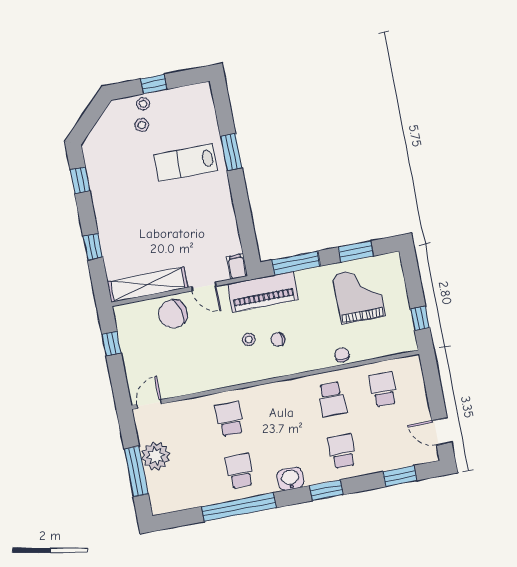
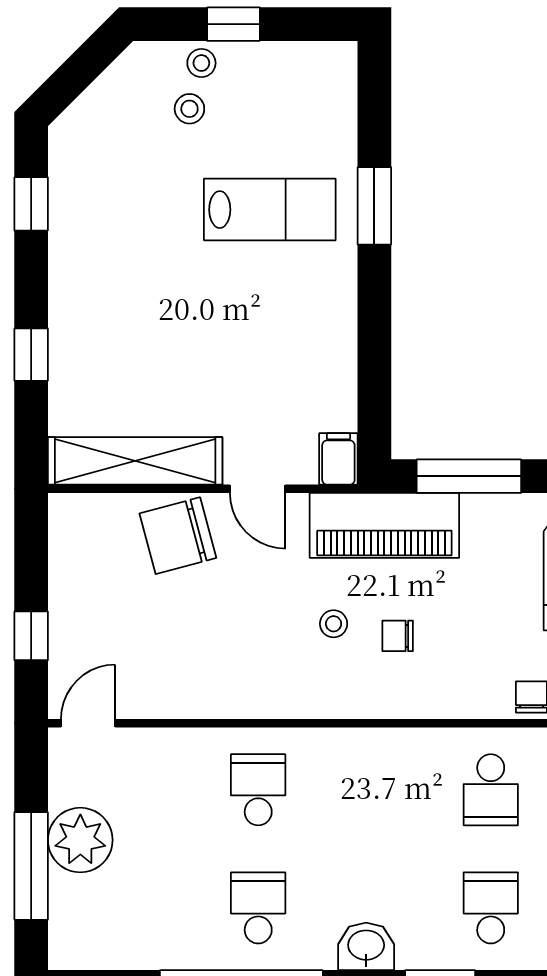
lab bench: (186, 163) -> (270, 210), turned 180
window: (112, 344) -> (31, 636), moved

